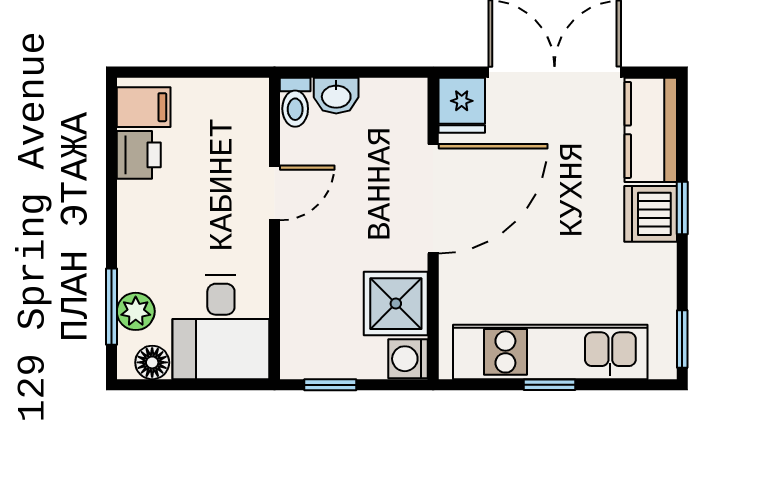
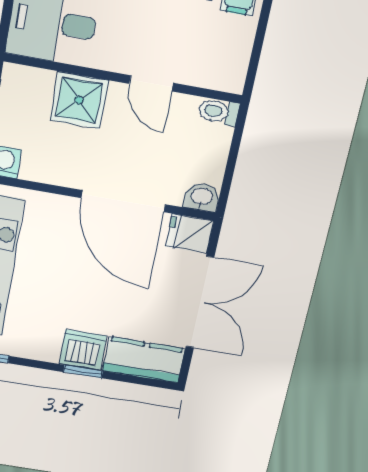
washbasin: (336, 96) -> (202, 197), moved, turned 90
shower: (396, 304) -> (79, 100), moved

